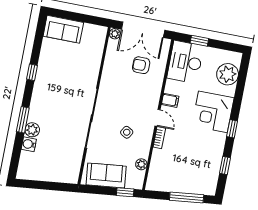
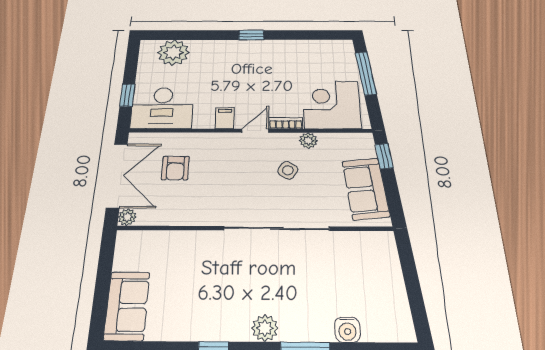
corner desk: (213, 112) -> (331, 105), moved, turned 180
plant: (32, 130) -> (265, 328), moved
plant: (141, 164) -> (308, 141), moved
window: (225, 166) -> (306, 35), removed

